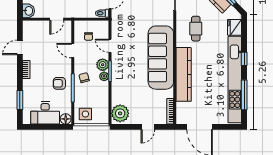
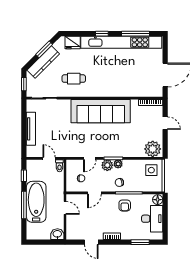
kitchen counter: (184, 74) -> (116, 90), removed
side table: (85, 114) -> (151, 170), moved

